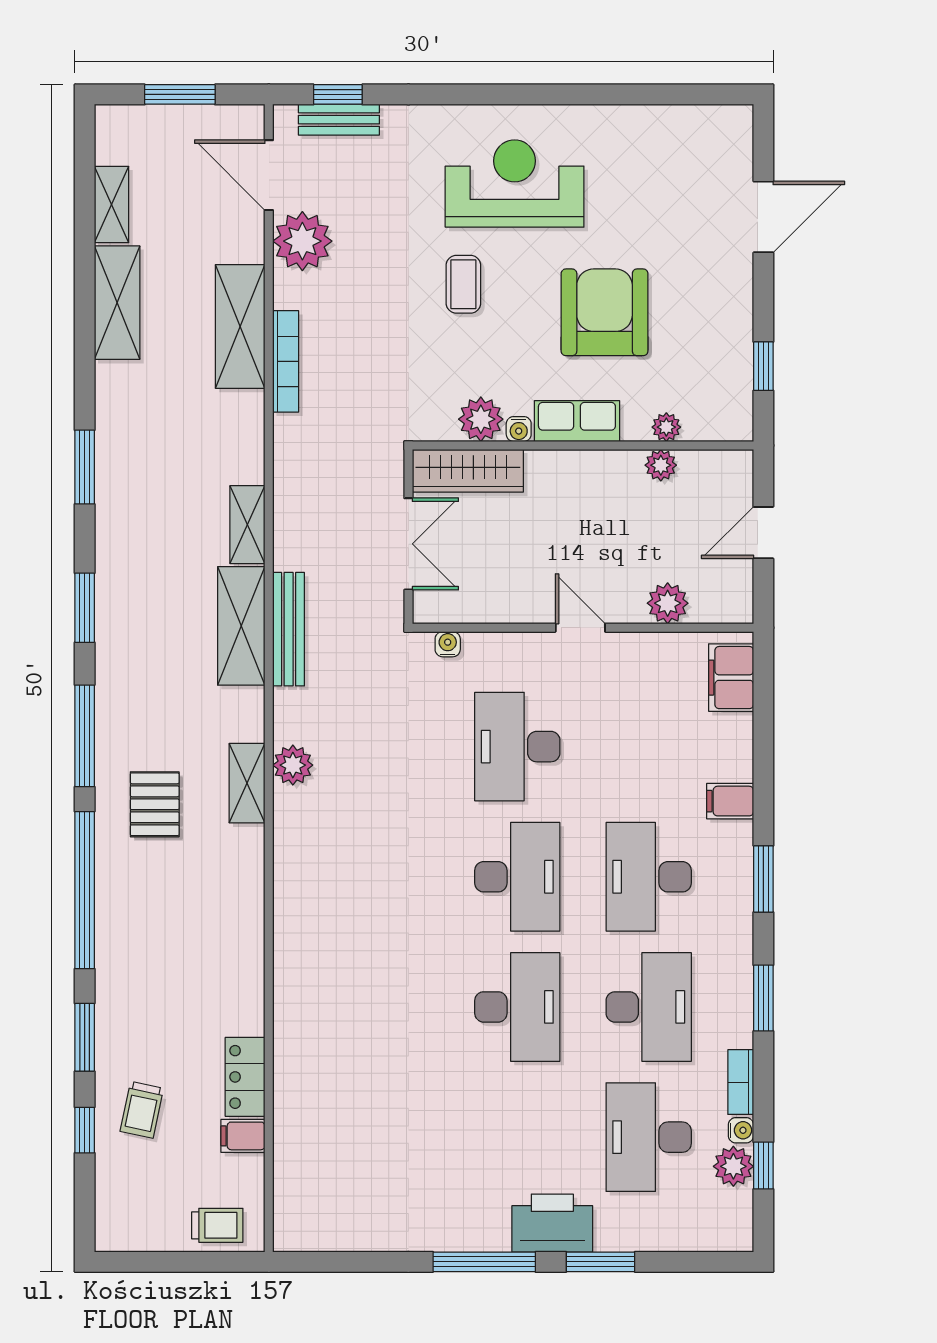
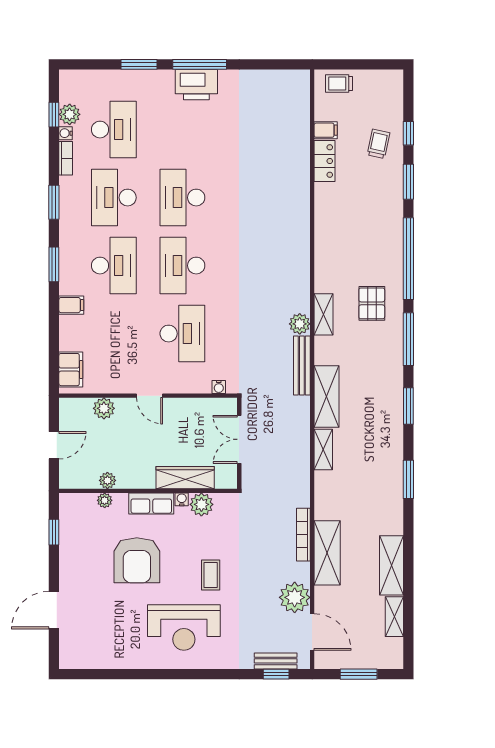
wardrobe: (468, 471) -> (185, 478), moved
bench: (289, 629) -> (302, 366), moved
printer: (552, 1223) -> (196, 85), moved

